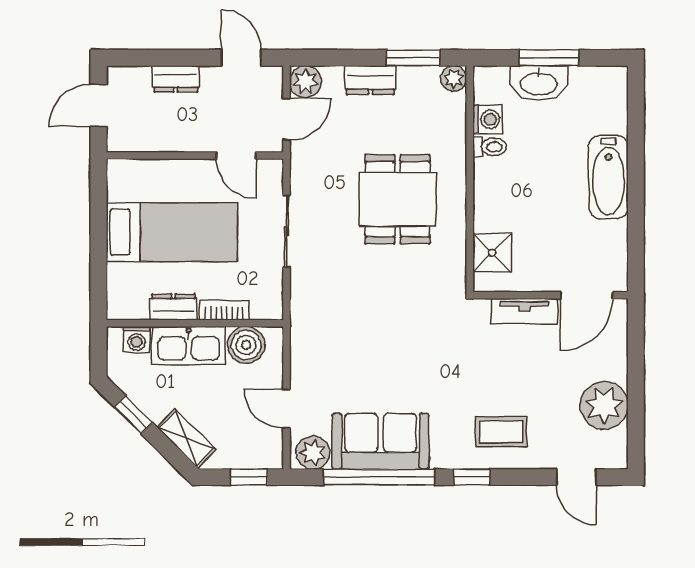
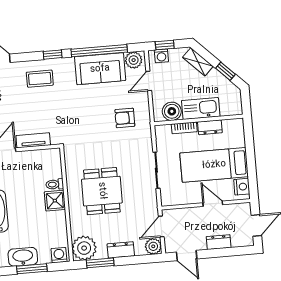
plant: (454, 78) -> (84, 248), width x1.88, depth x1.88
washbasin: (539, 83) -> (23, 257), moved
washing machine: (487, 119) -> (59, 255), moved, turned 90
toilet: (490, 147) -> (55, 184), moved
door: (236, 156) -> (213, 204), moved
nightstand: (121, 184) -> (242, 187), added
shower: (492, 253) -> (55, 201), moved
washing machine: (137, 339) -> (161, 56), moved, turned 180
armchair: (340, 340) -> (125, 118), added
door: (286, 409) -> (149, 81), swing flipped

